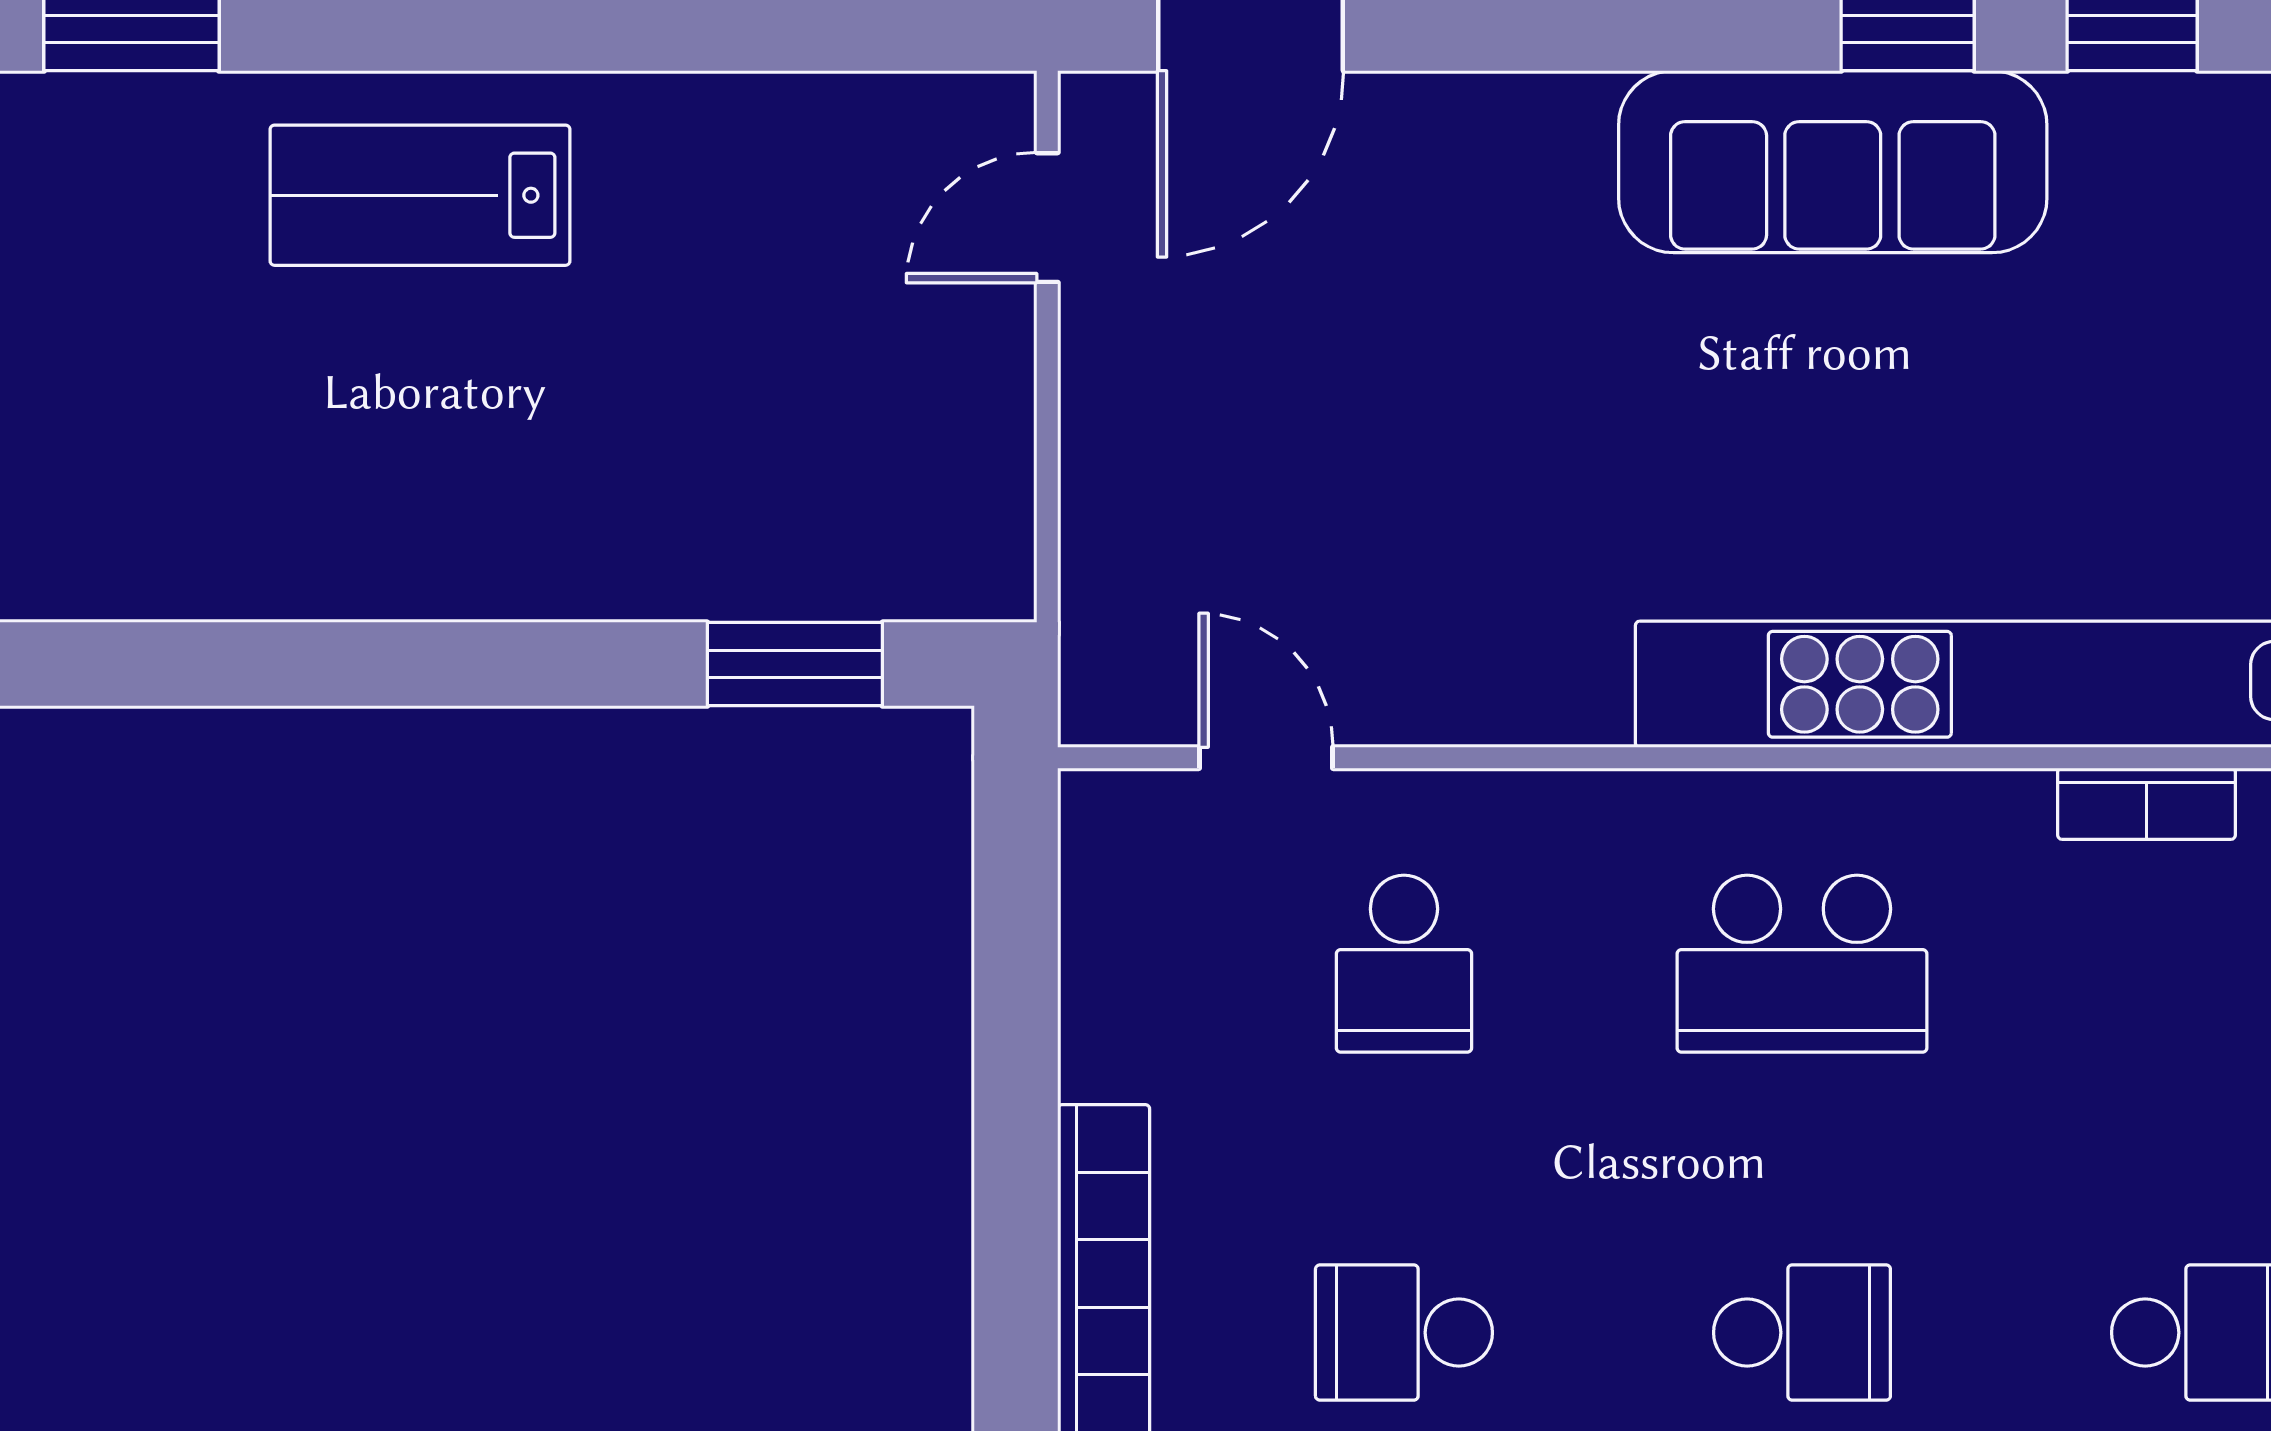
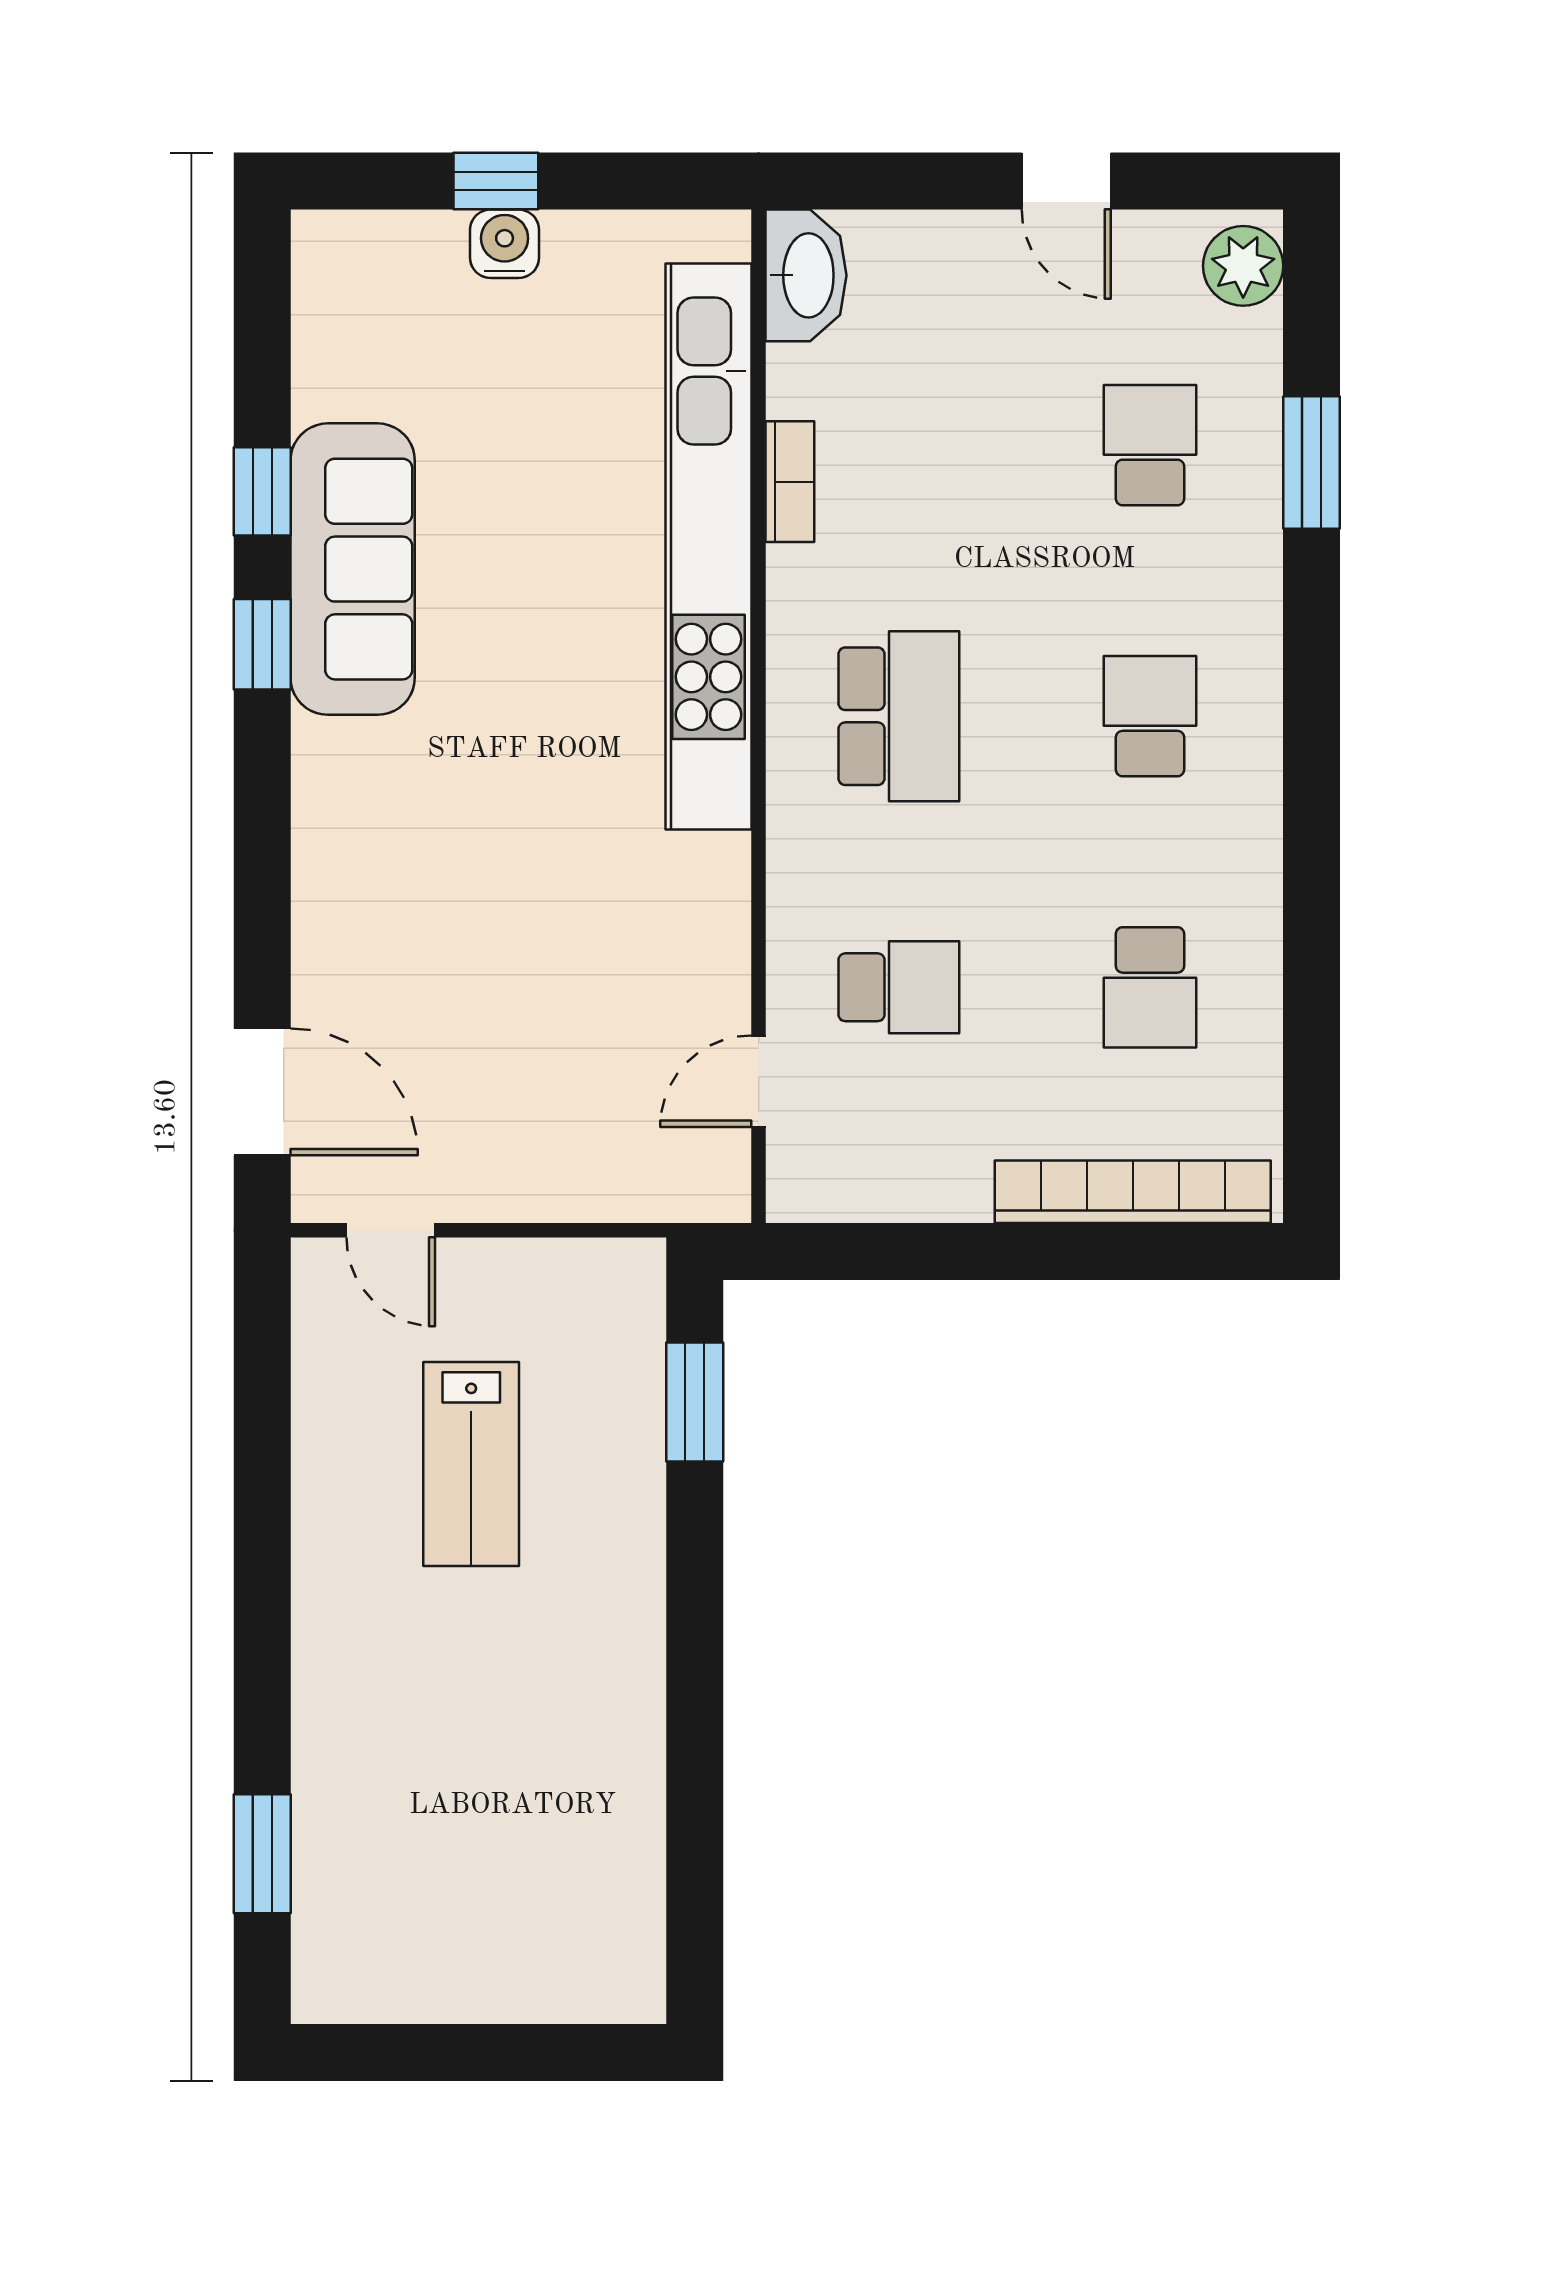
sofa: (1833, 162) -> (353, 569), moved
lab bench: (420, 195) -> (471, 1464), moved

